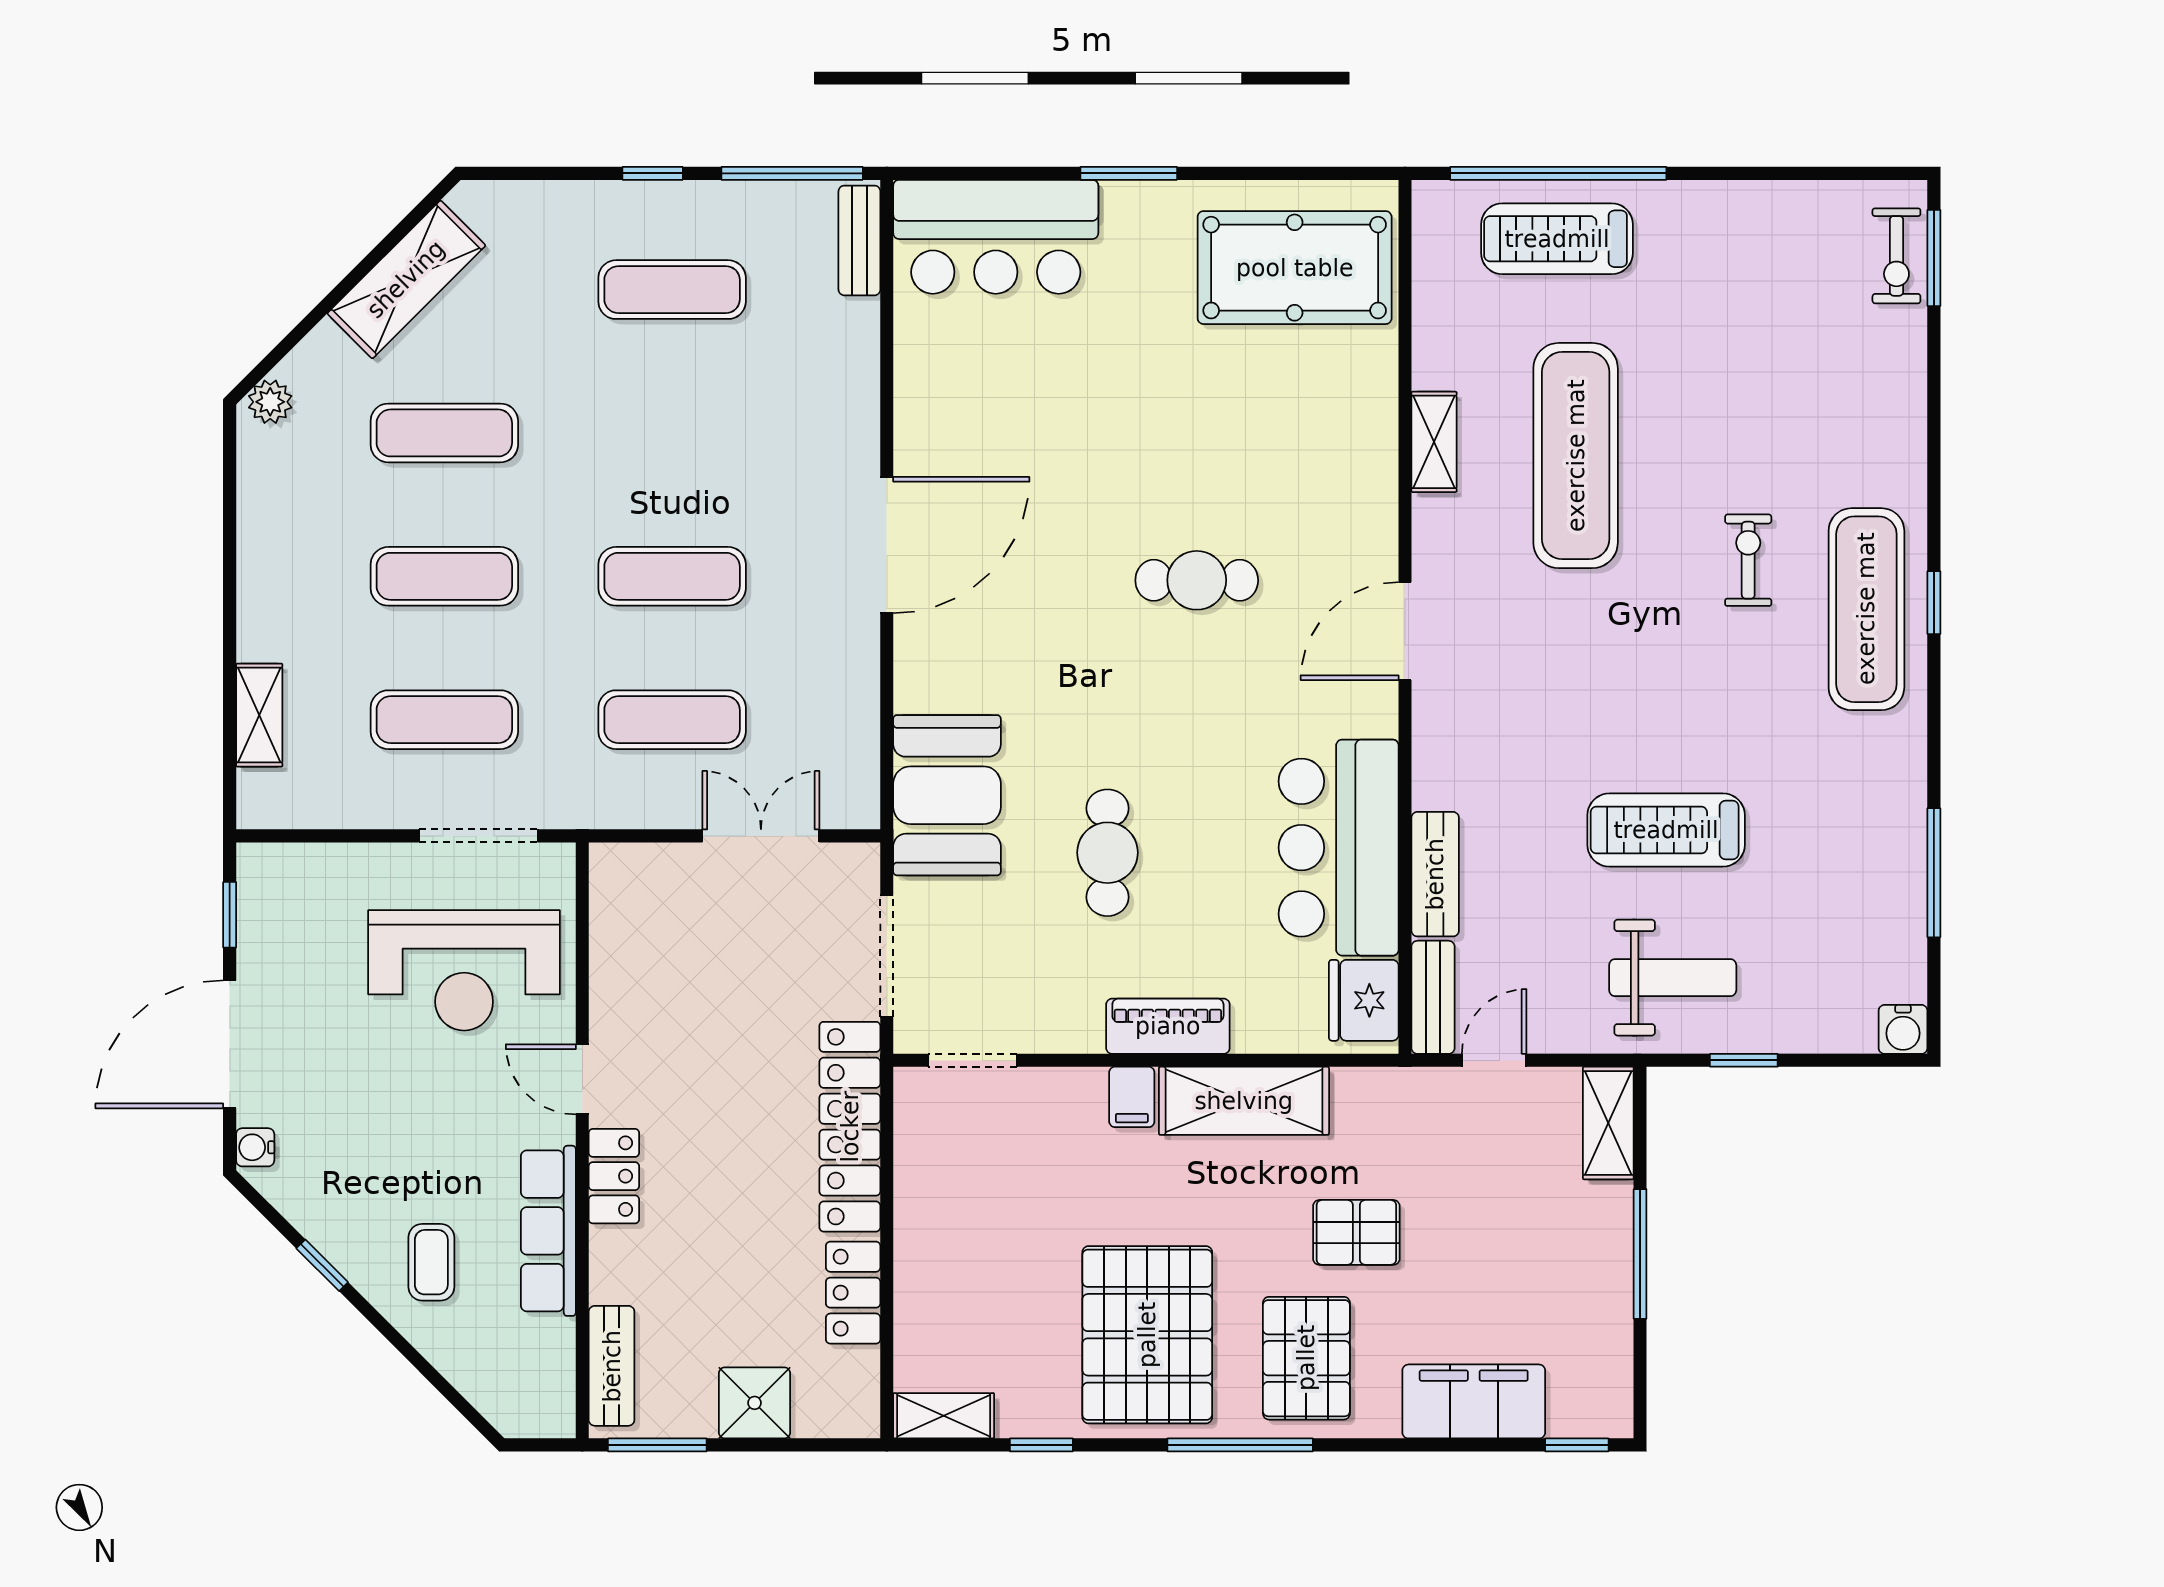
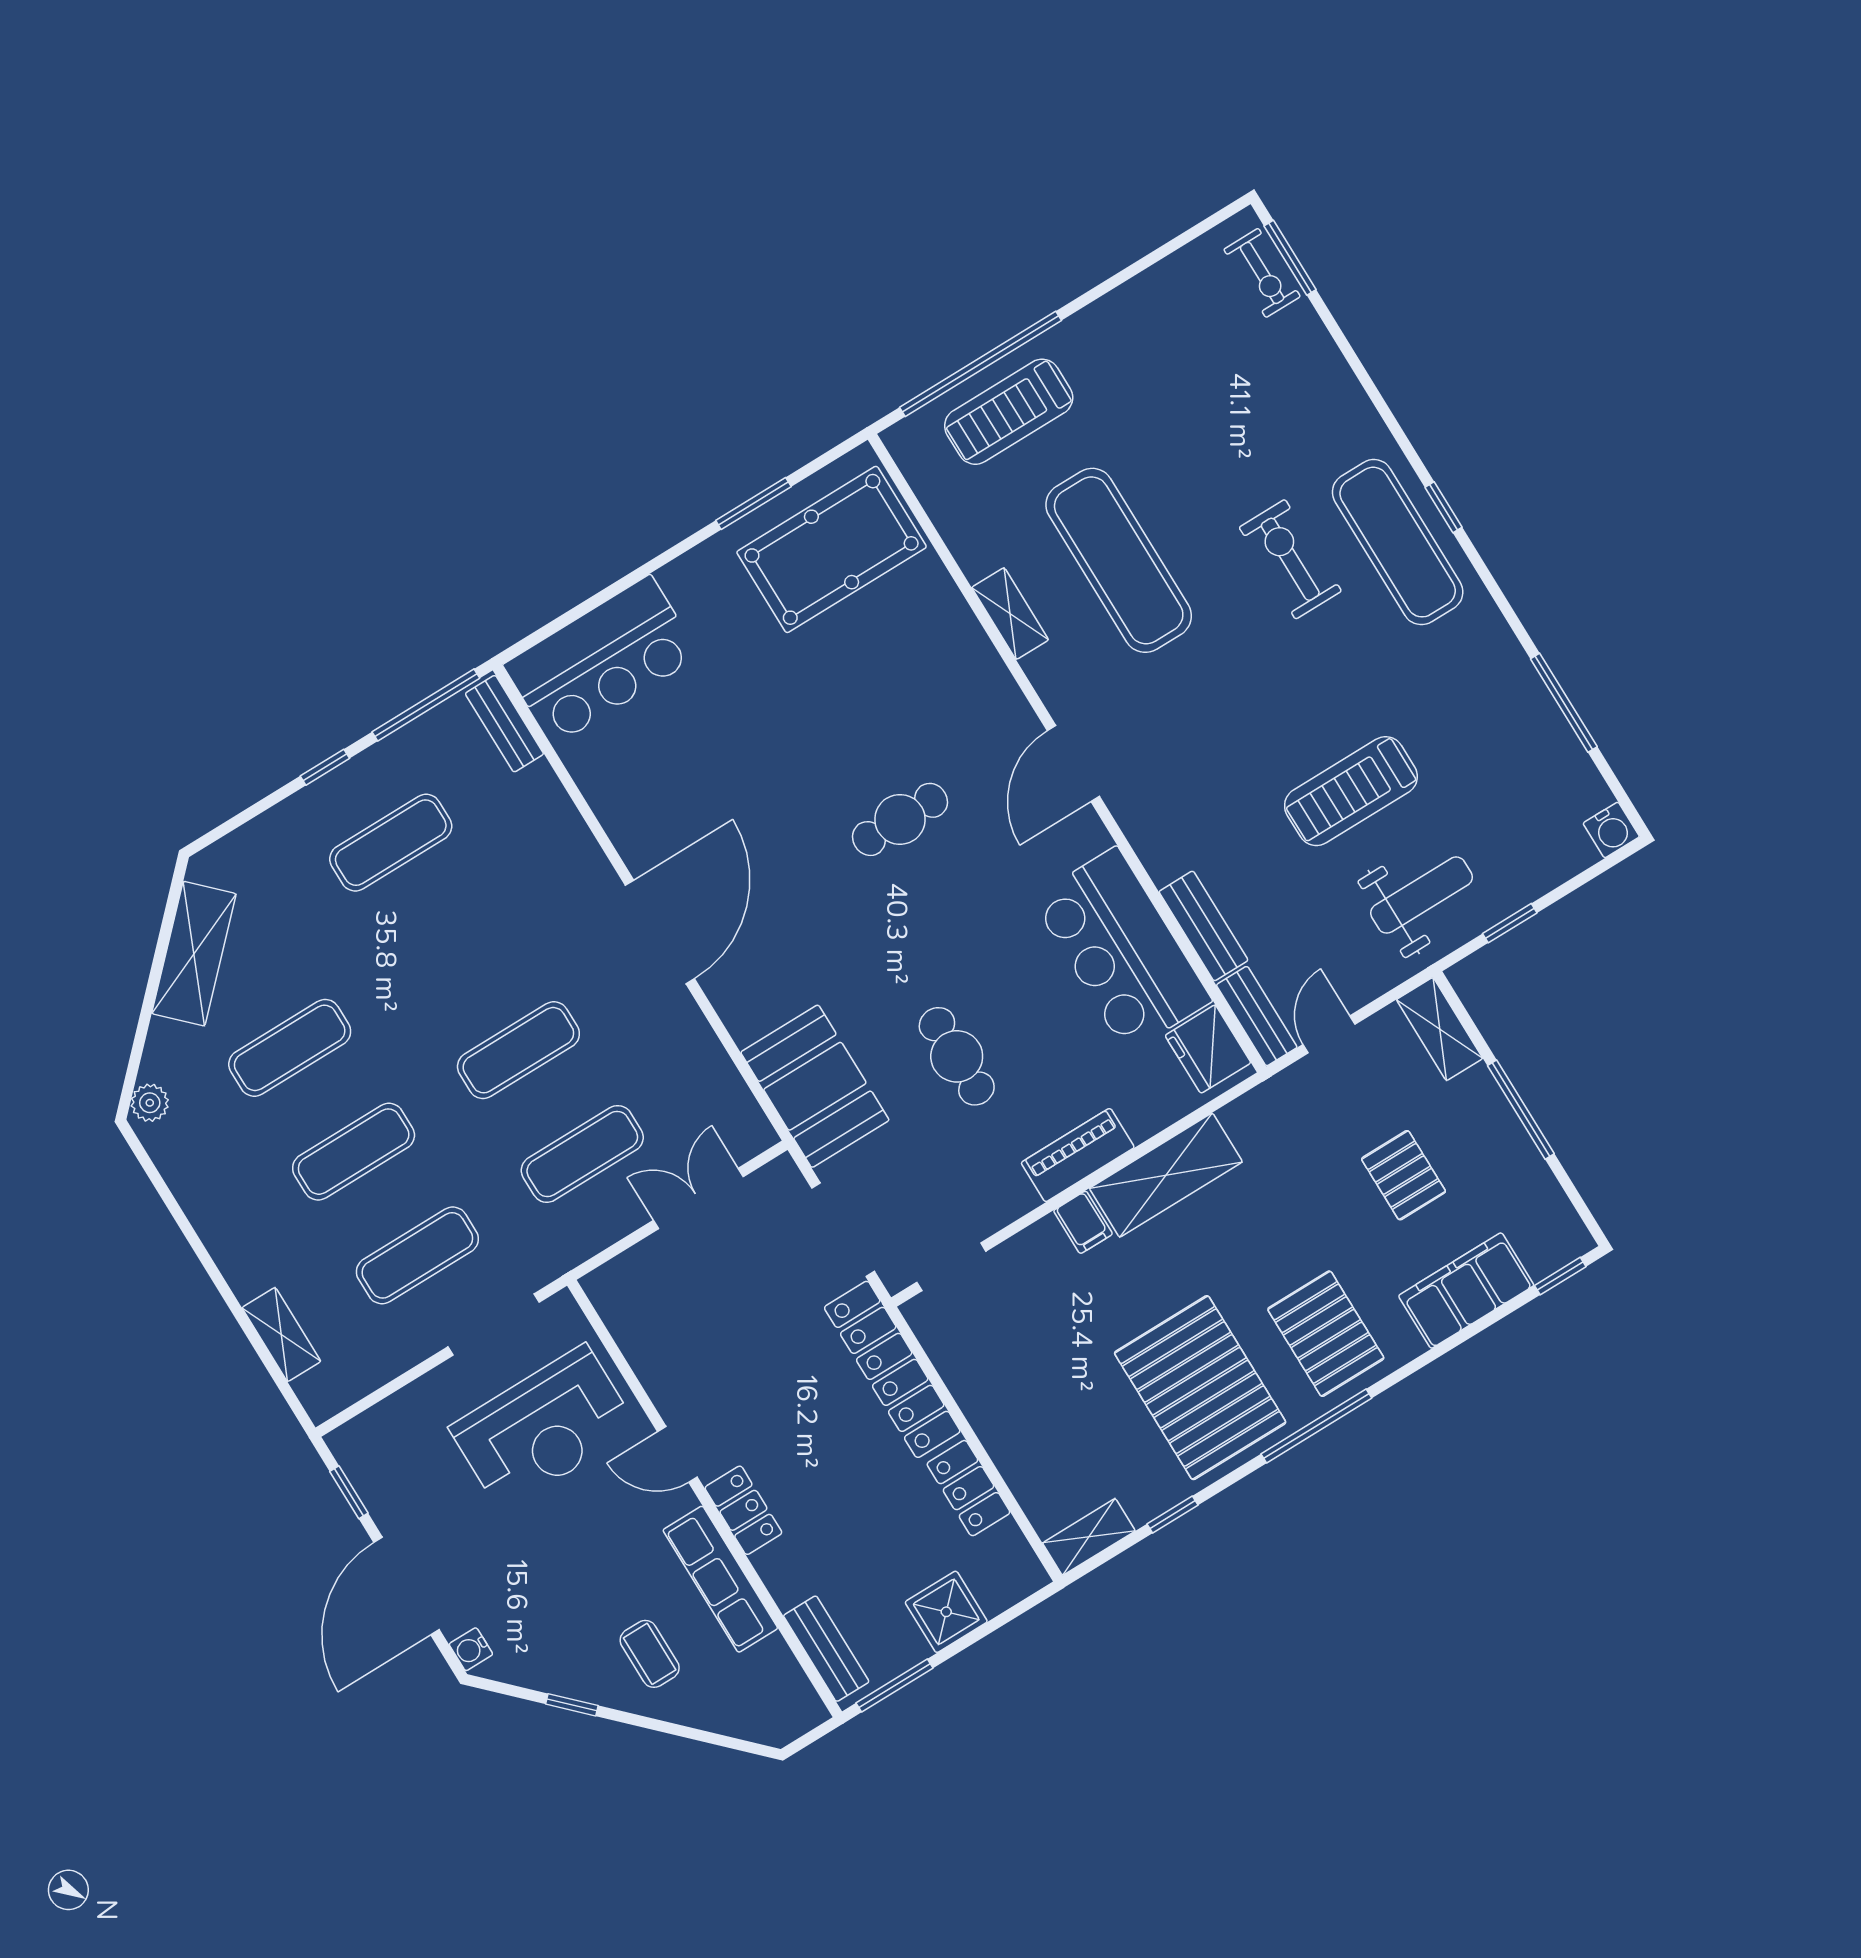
window: (1129, 173) -> (753, 504), moved
exercise bike: (1748, 560) -> (1290, 559), width x1.38, depth x1.39
pallet: (1356, 1232) -> (1404, 1175), moved, turned 90

